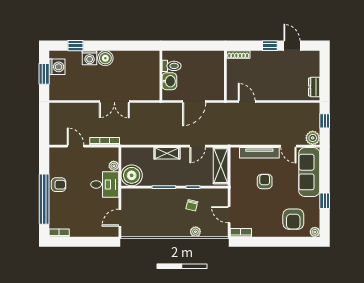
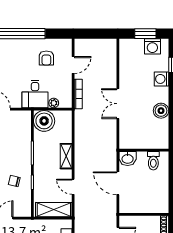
boiler: (105, 58) -> (161, 111), moved
washbasin: (169, 81) -> (128, 159), moved
armchair: (59, 185) -> (46, 58), moved

